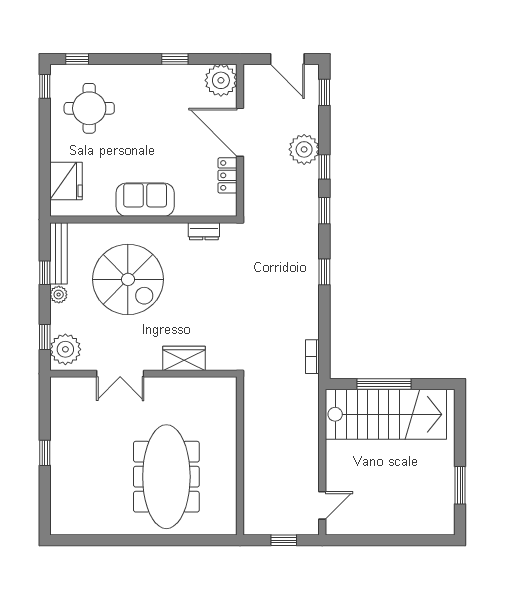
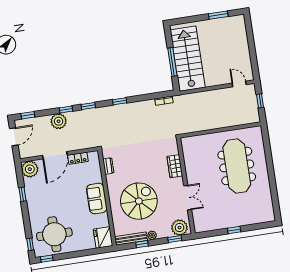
round table: (89, 108) -> (54, 234), width x1.36, depth x1.36
fridge: (66, 181) -> (103, 237), moved, turned -90
meeting table: (166, 477) -> (237, 166), turned 90

